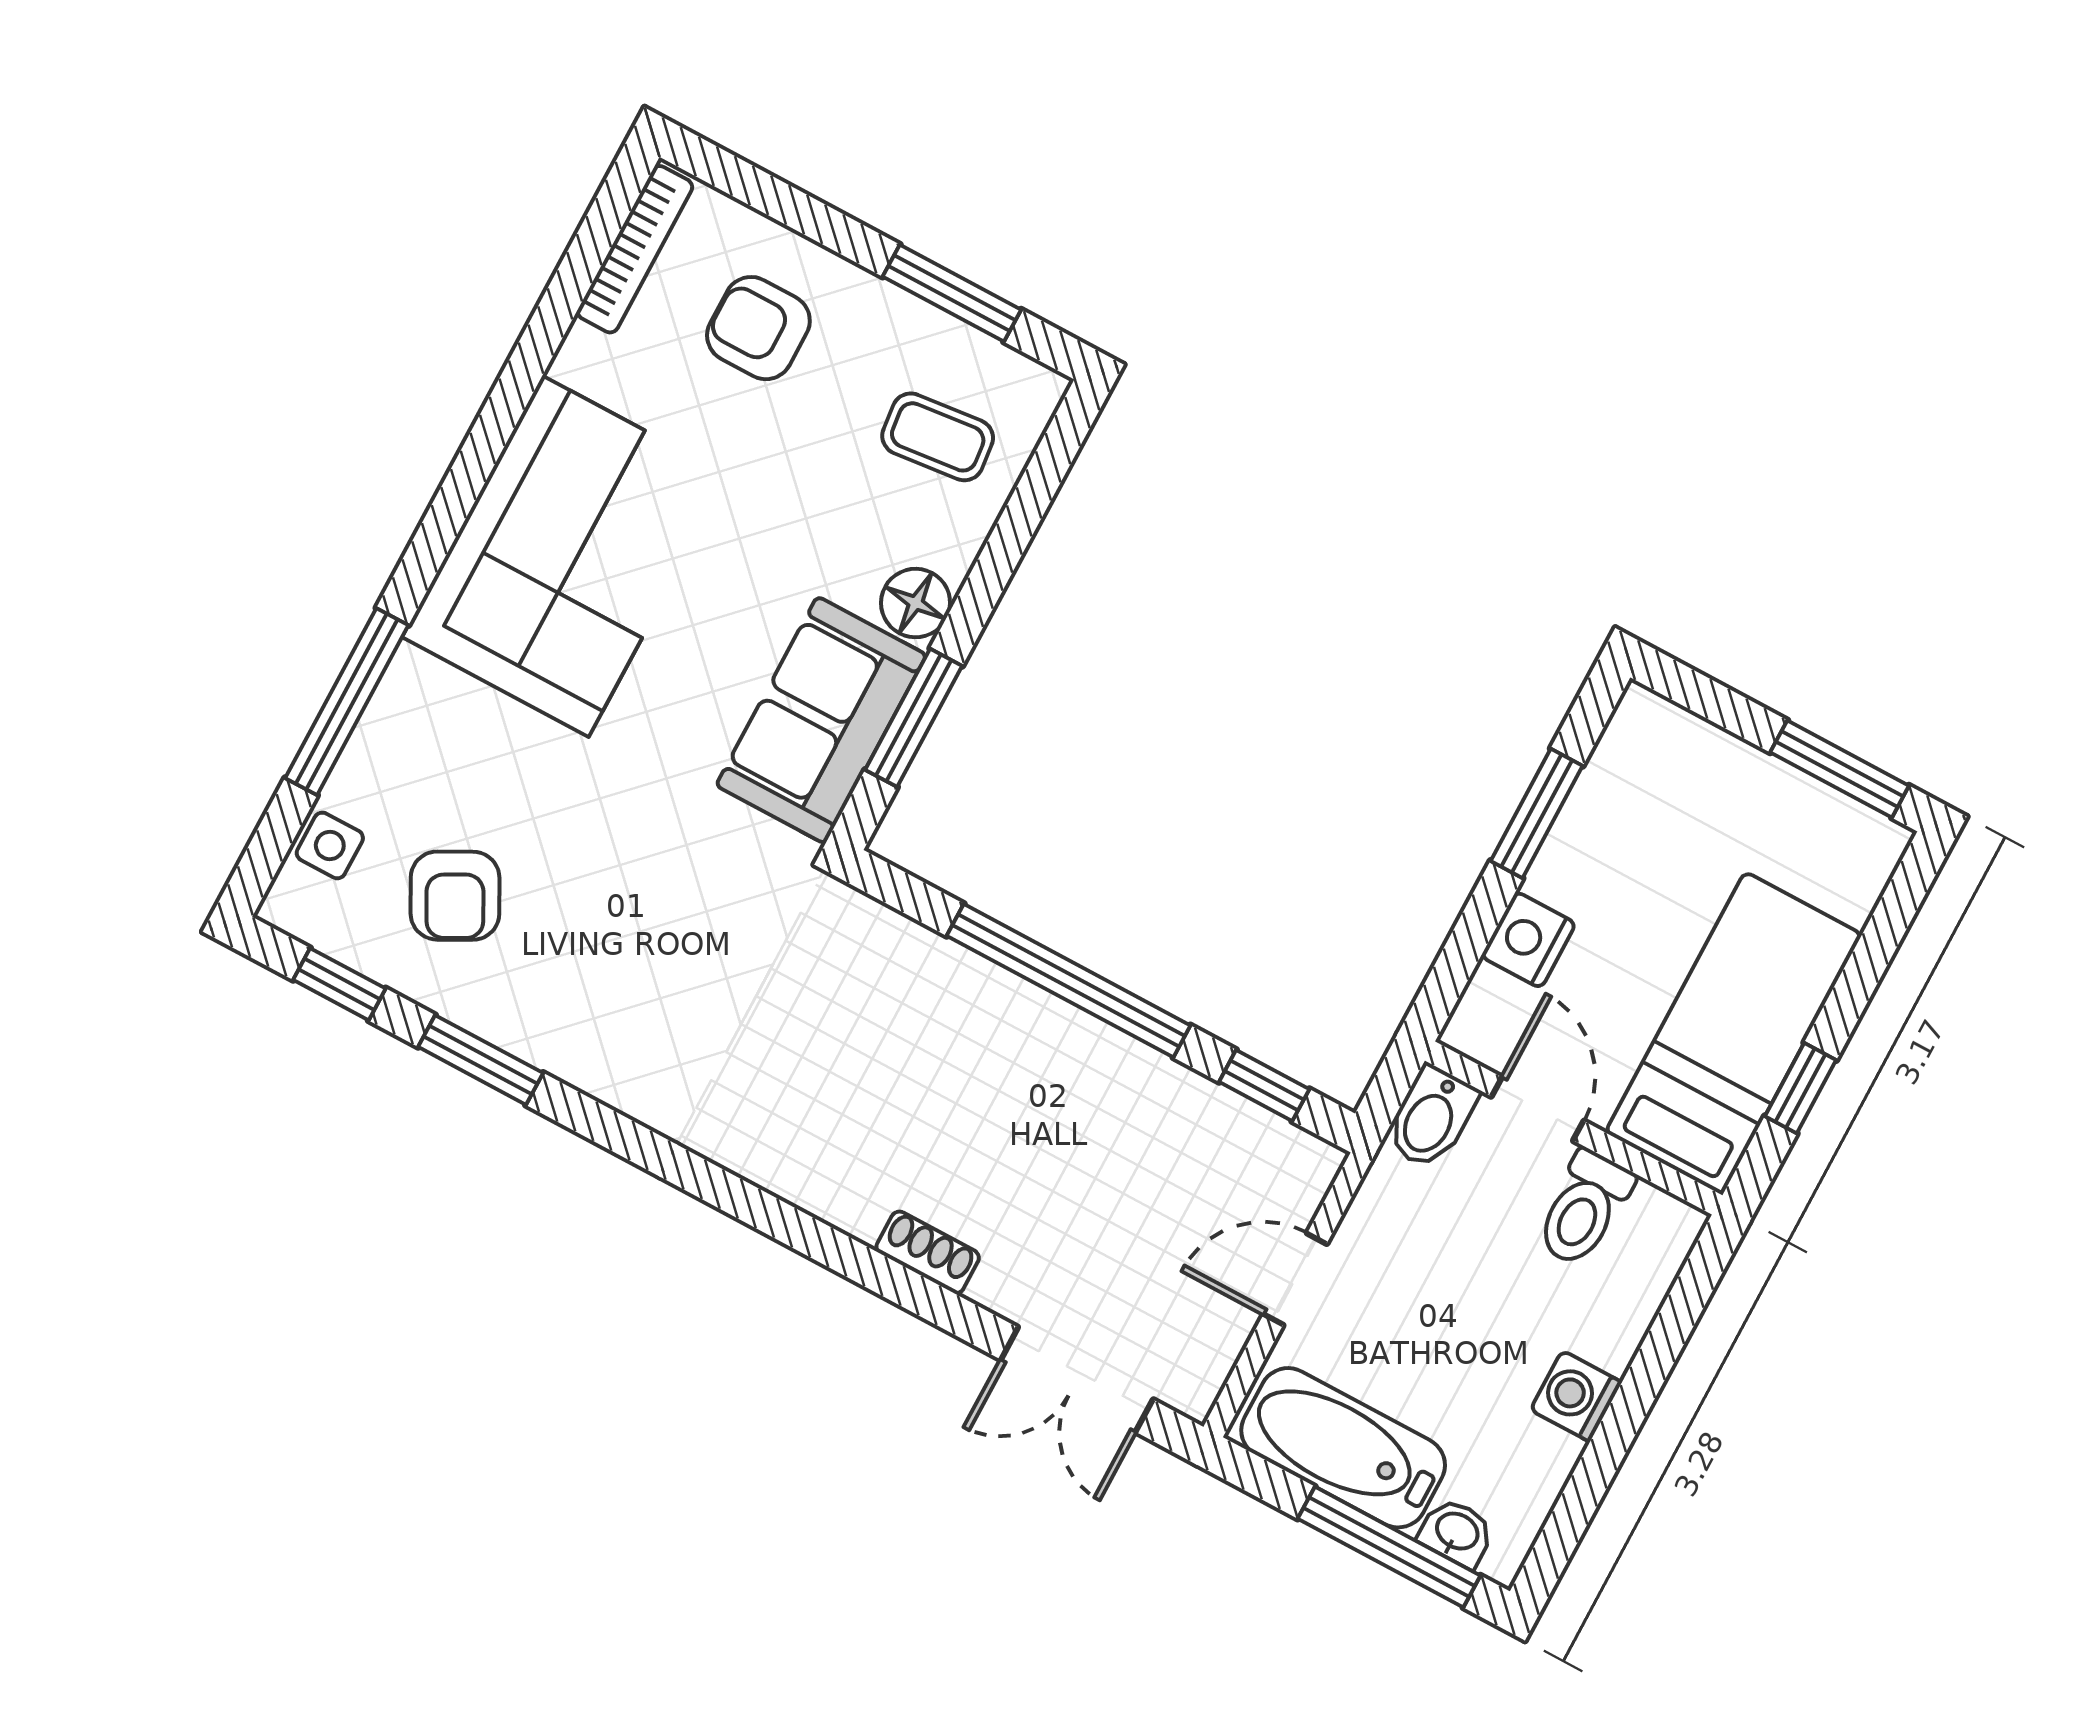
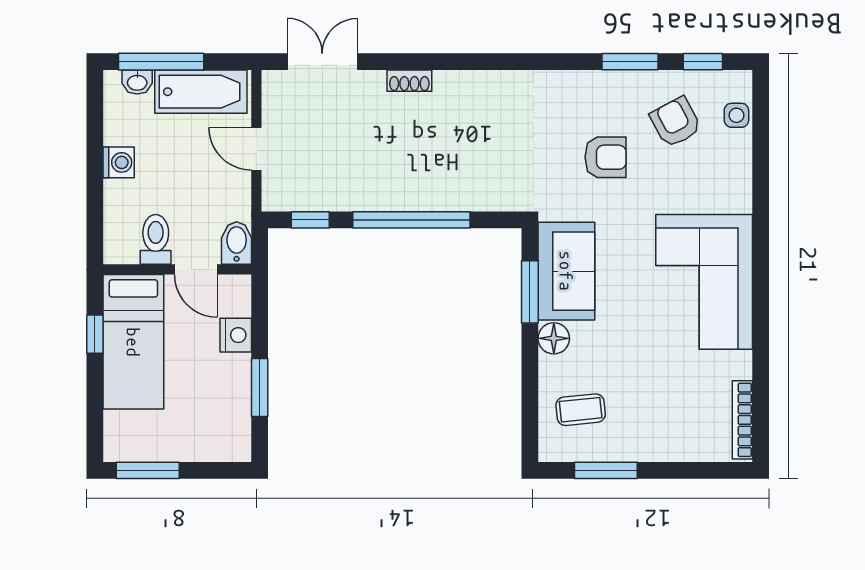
armchair: (758, 328) -> (606, 157), moved
window: (347, 702) -> (761, 177), removed
door: (1295, 1279) -> (256, 149), swing flipped

